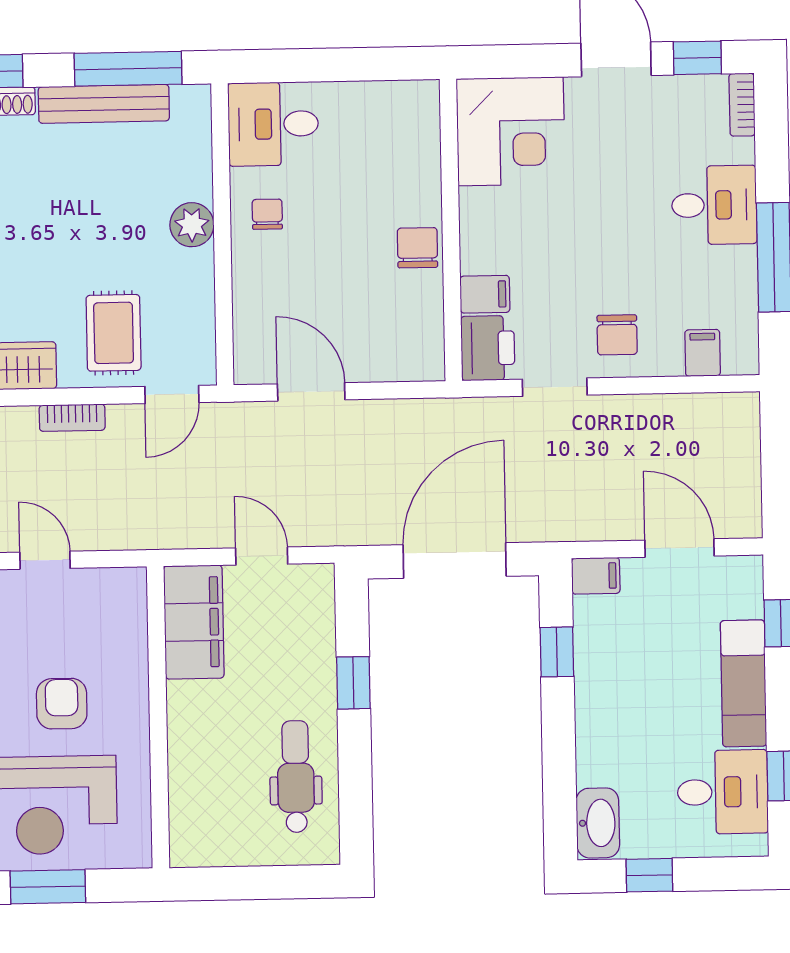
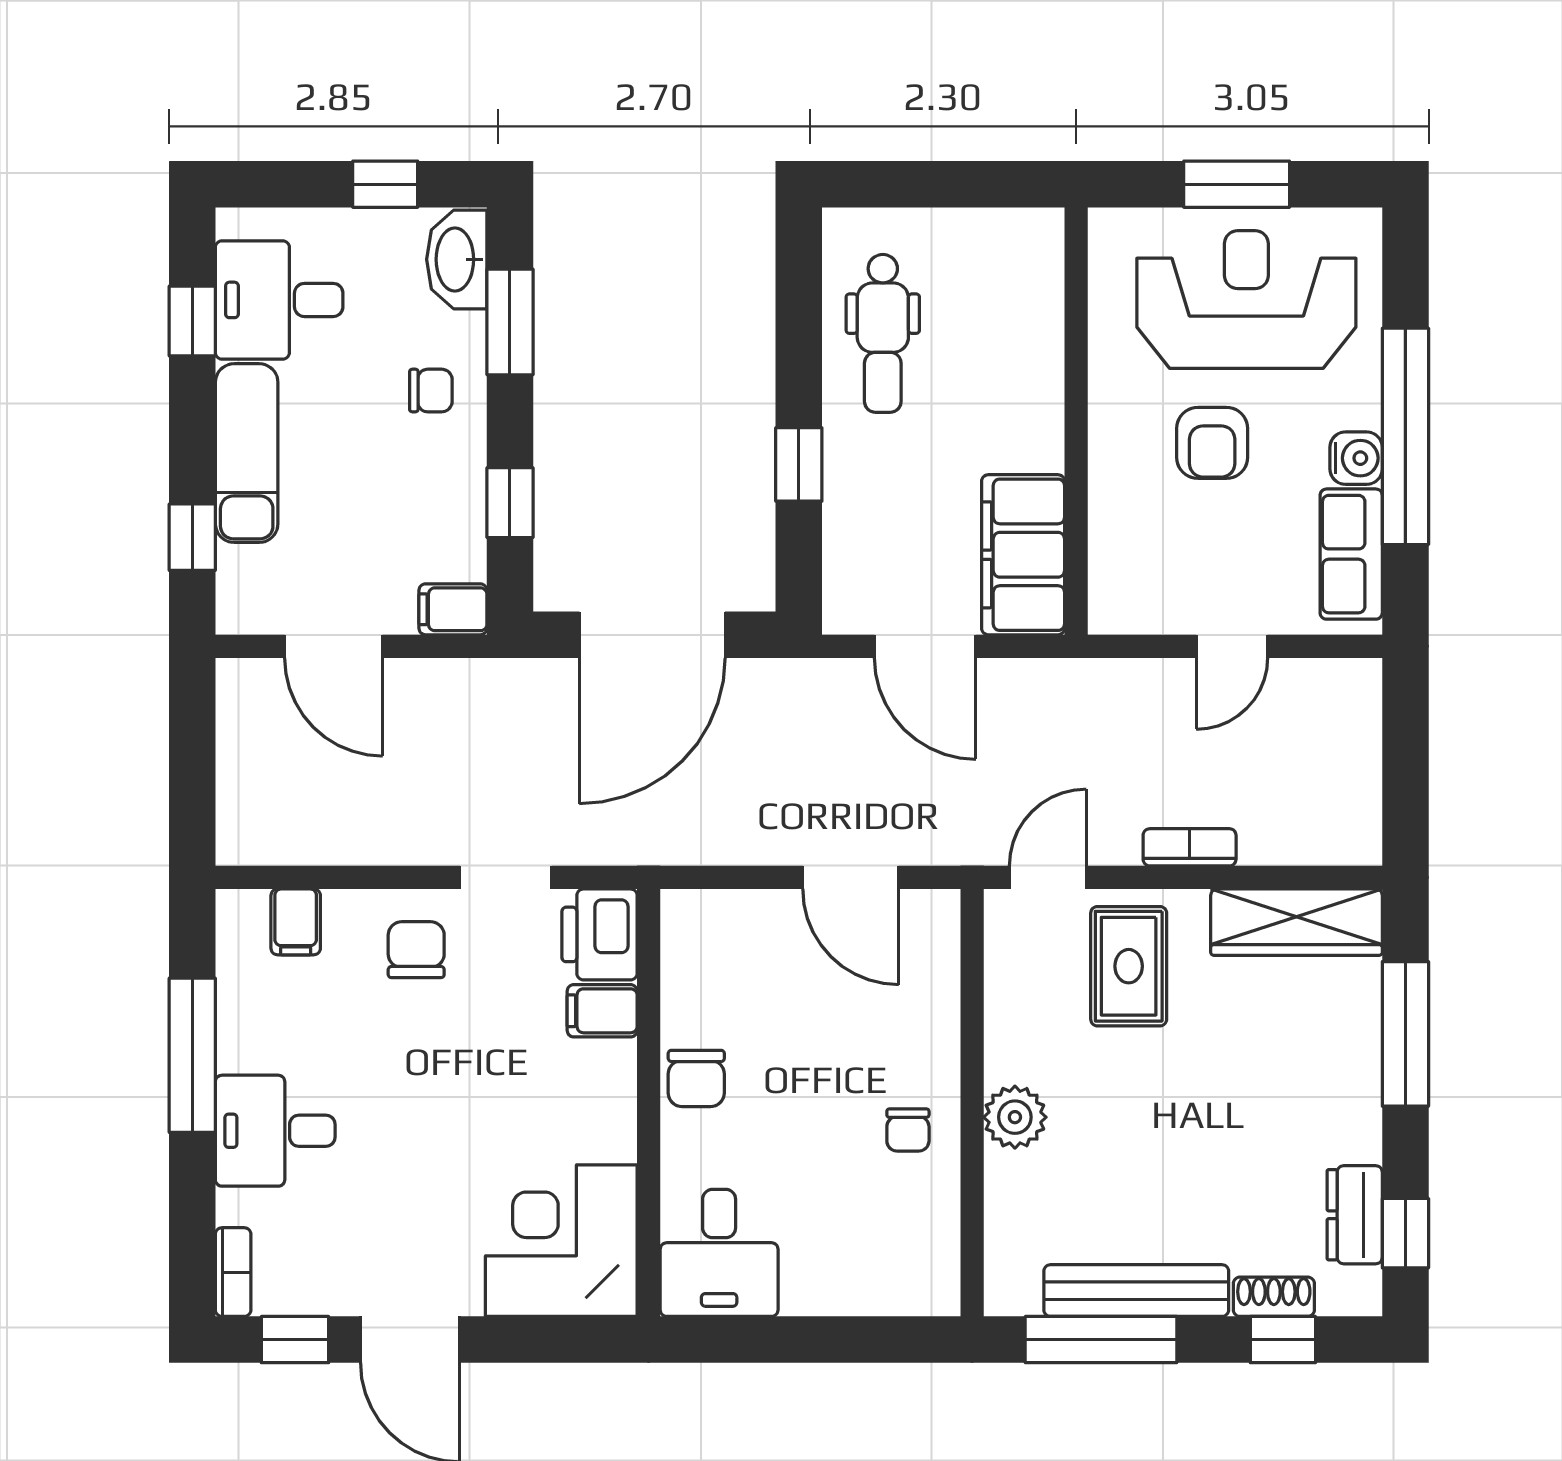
desk: (273, 124) -> (719, 1253), moved, turned 90
door: (262, 556) -> (925, 646), width x1.38
door: (45, 560) -> (1232, 646), hinge flipped
chair: (614, 730) -> (431, 391), added
window: (559, 780) -> (510, 322), added

